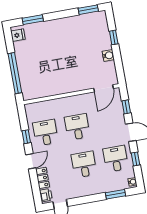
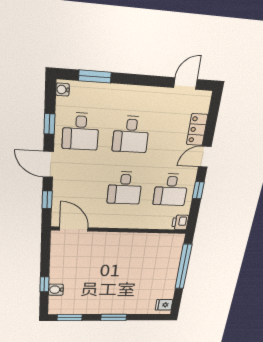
window: (33, 20) -> (114, 317), moved
water cooler: (108, 55) -> (56, 290), moved
door: (104, 88) -> (74, 229), hinge flipped
printer: (46, 195) -> (180, 222), moved

